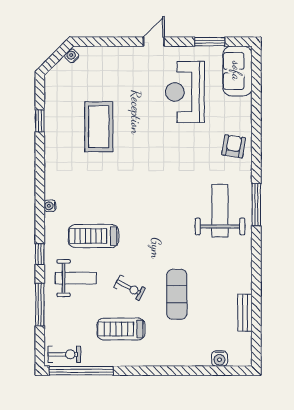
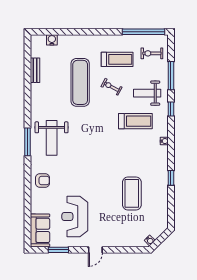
reception desk: (185, 92) -> (75, 217), turned 180
window: (40, 121) -> (171, 178), moved
armchair: (234, 146) -> (42, 180), turned -99
exercise mat: (177, 294) -> (80, 82), width x1.36, depth x1.45
exercise bike: (64, 354) -> (152, 53), moved

